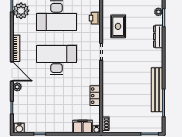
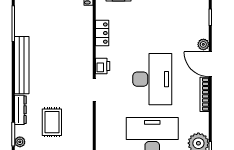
printer: (95, 18) -> (103, 66), moved
rug: (118, 26) -> (52, 122), moved
desk: (57, 60) -> (152, 79), turned -90
bench: (157, 90) -> (22, 65), moved

